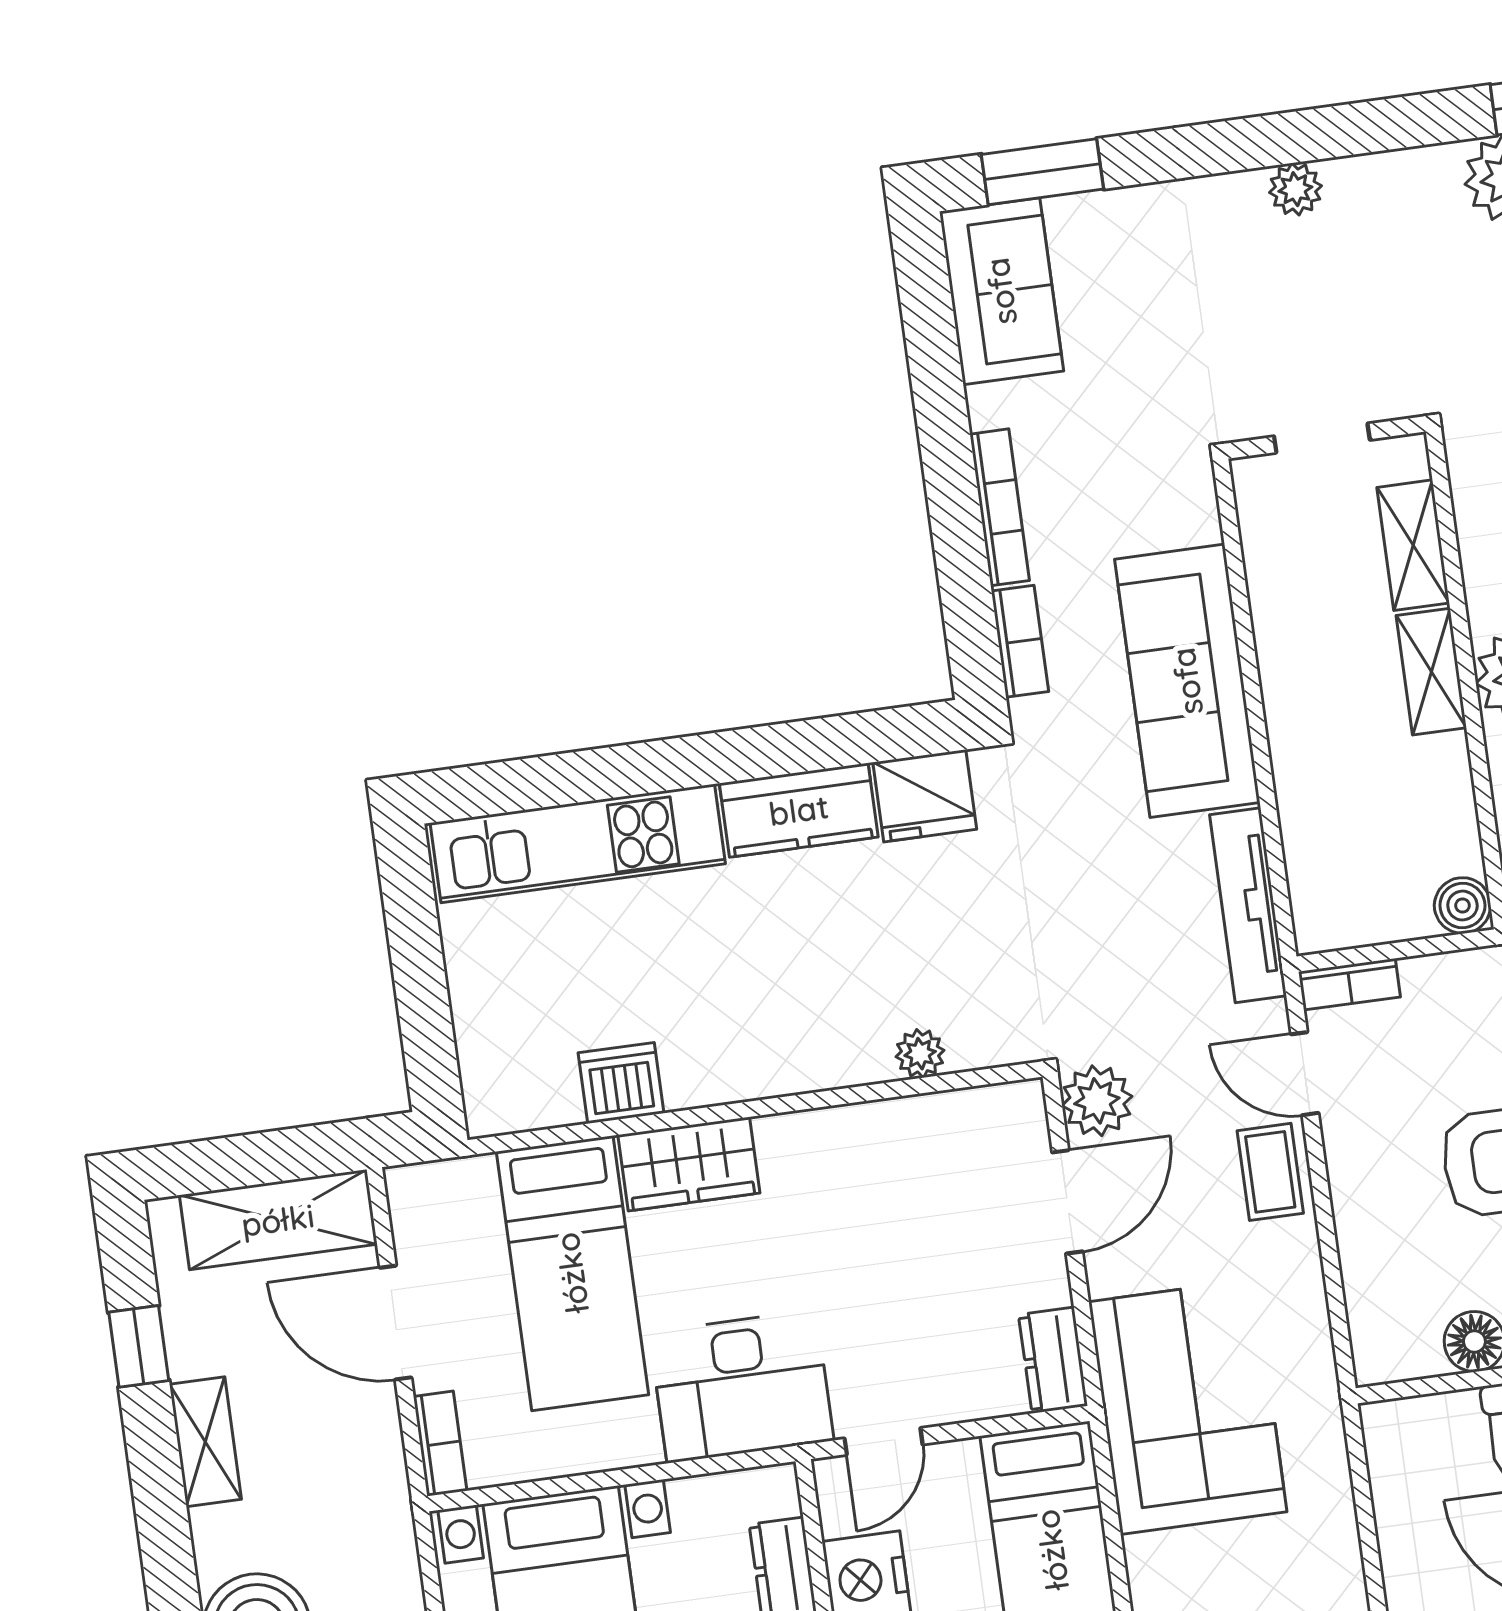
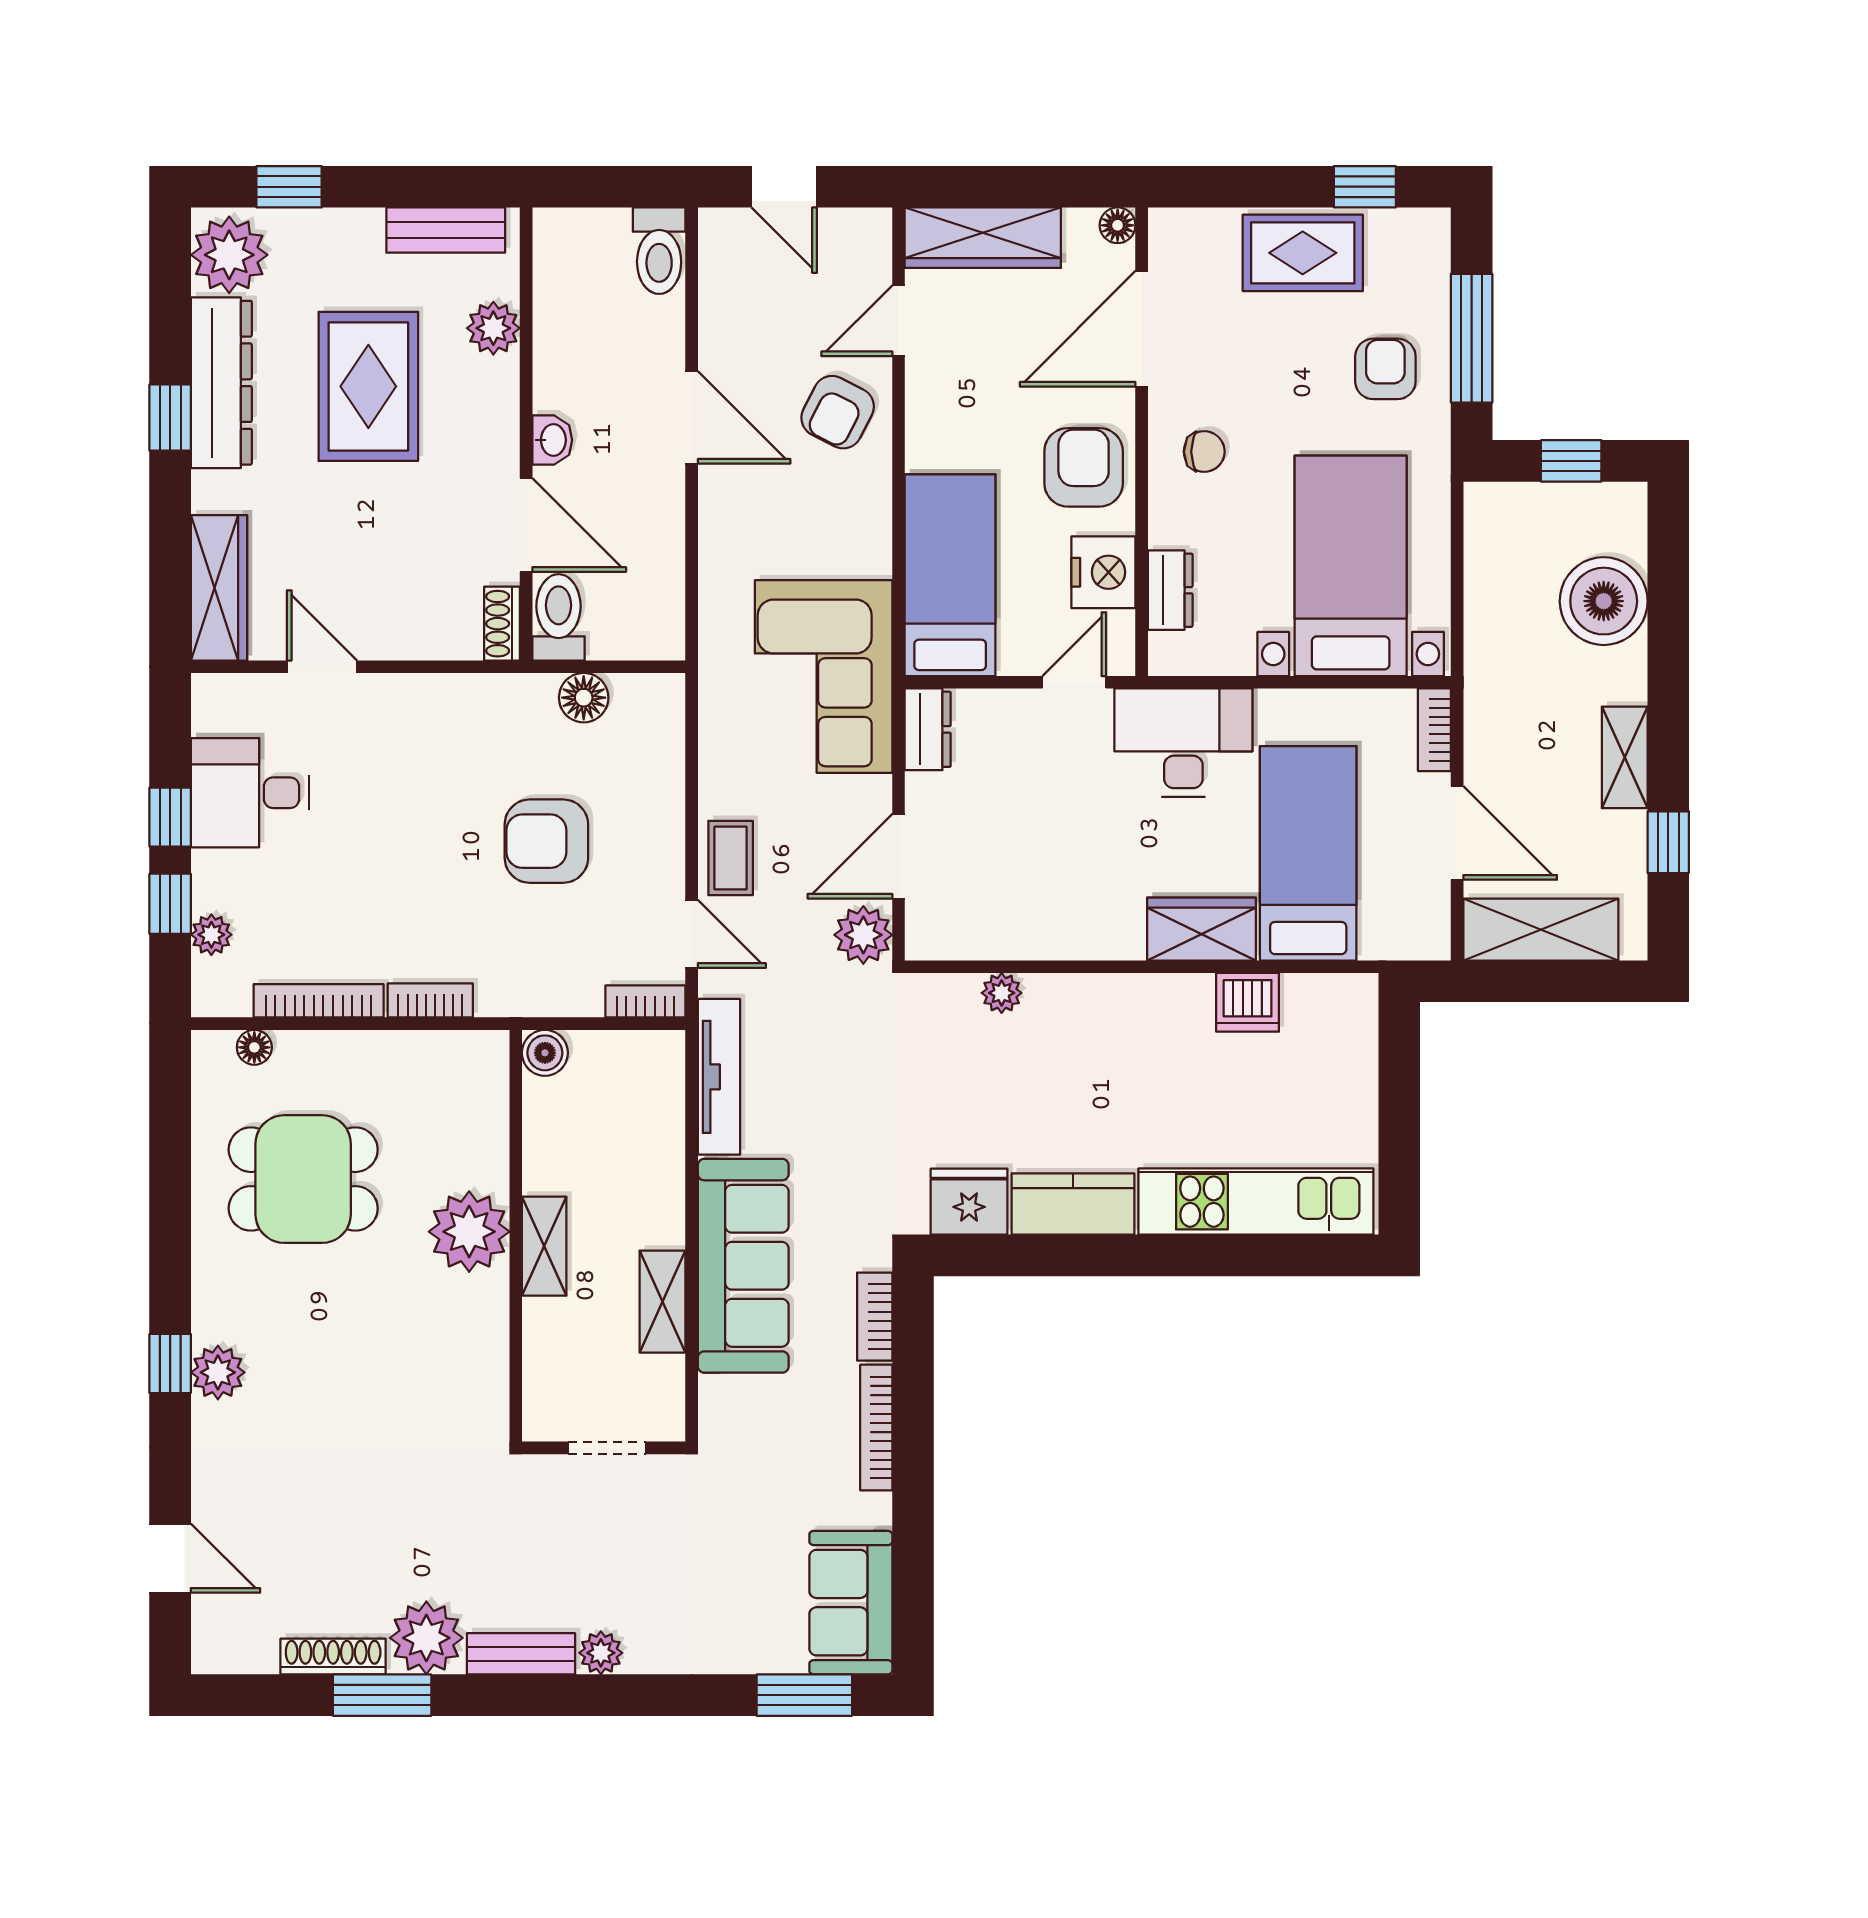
bench: (1392, 175) -> (521, 1654), added
shelving: (1413, 545) -> (662, 1302), moved

